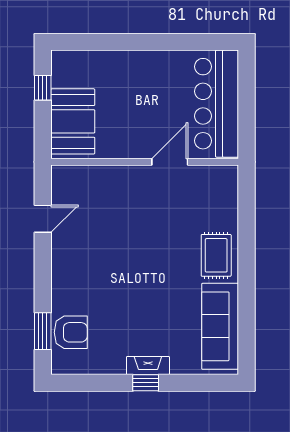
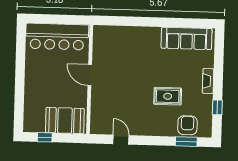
door: (170, 162) -> (90, 75), moved
rug: (216, 255) -> (168, 96), moved
window: (146, 383) -> (217, 107), moved

